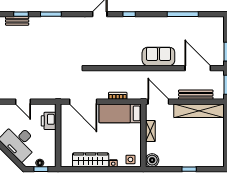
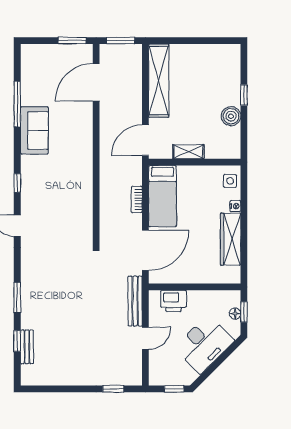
sofa: (158, 56) -> (34, 131), moved, turned 180
bench: (196, 95) -> (135, 301), moved
boiler: (152, 160) -> (231, 116), moved

